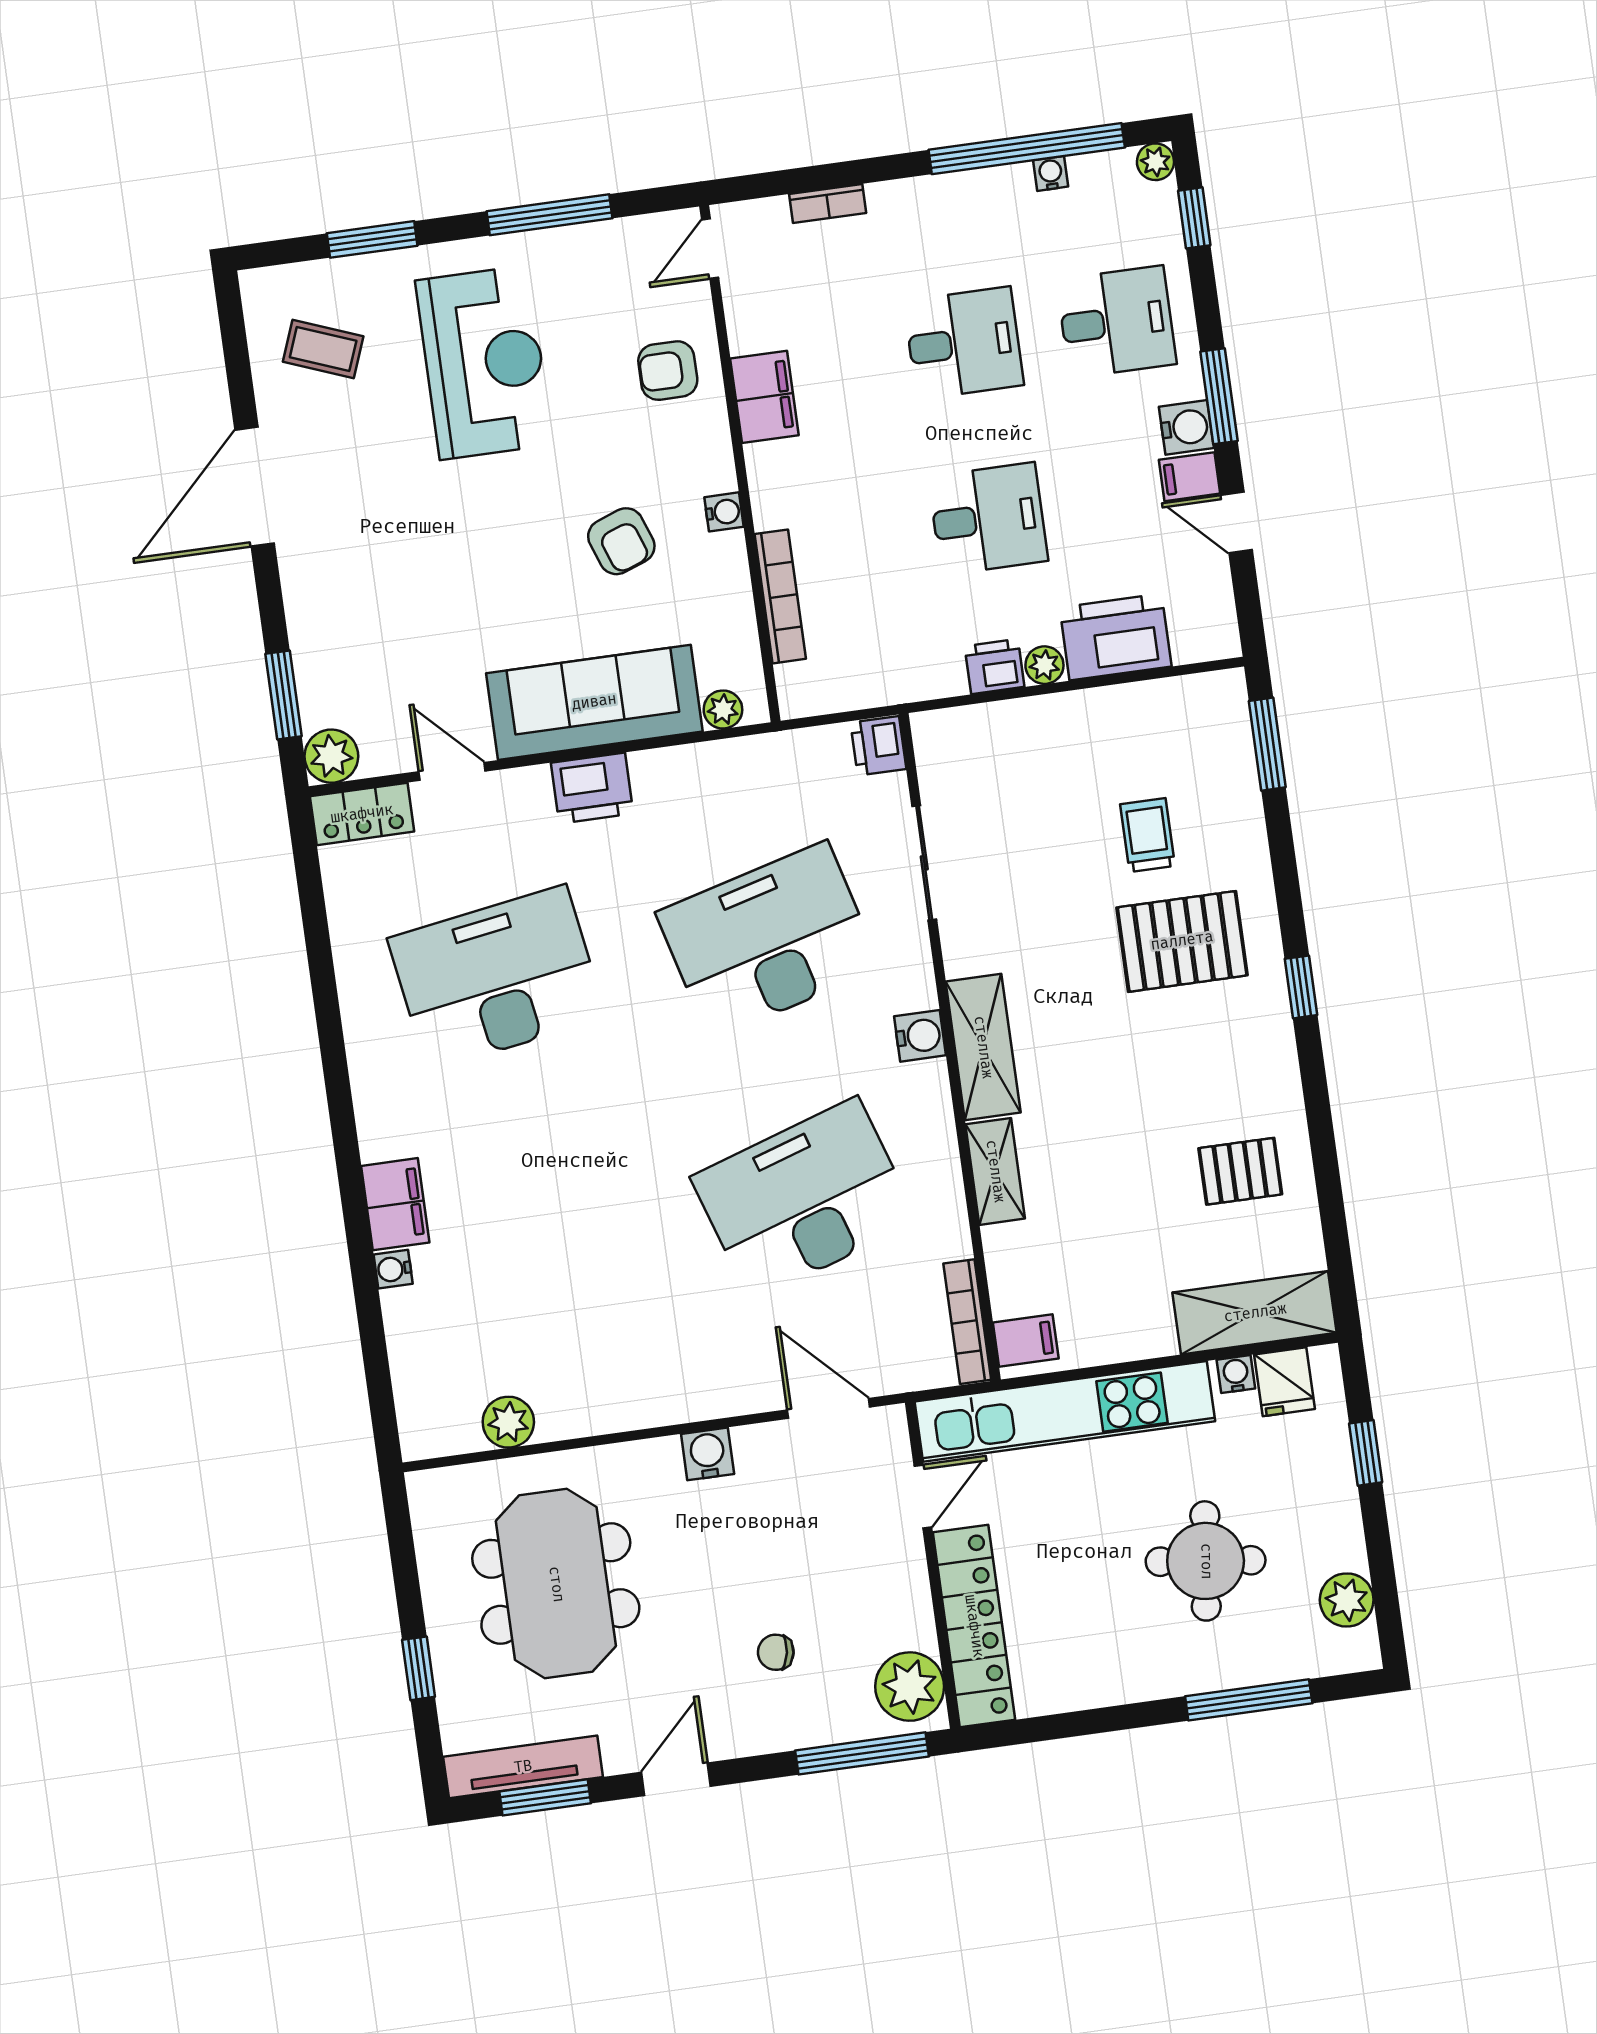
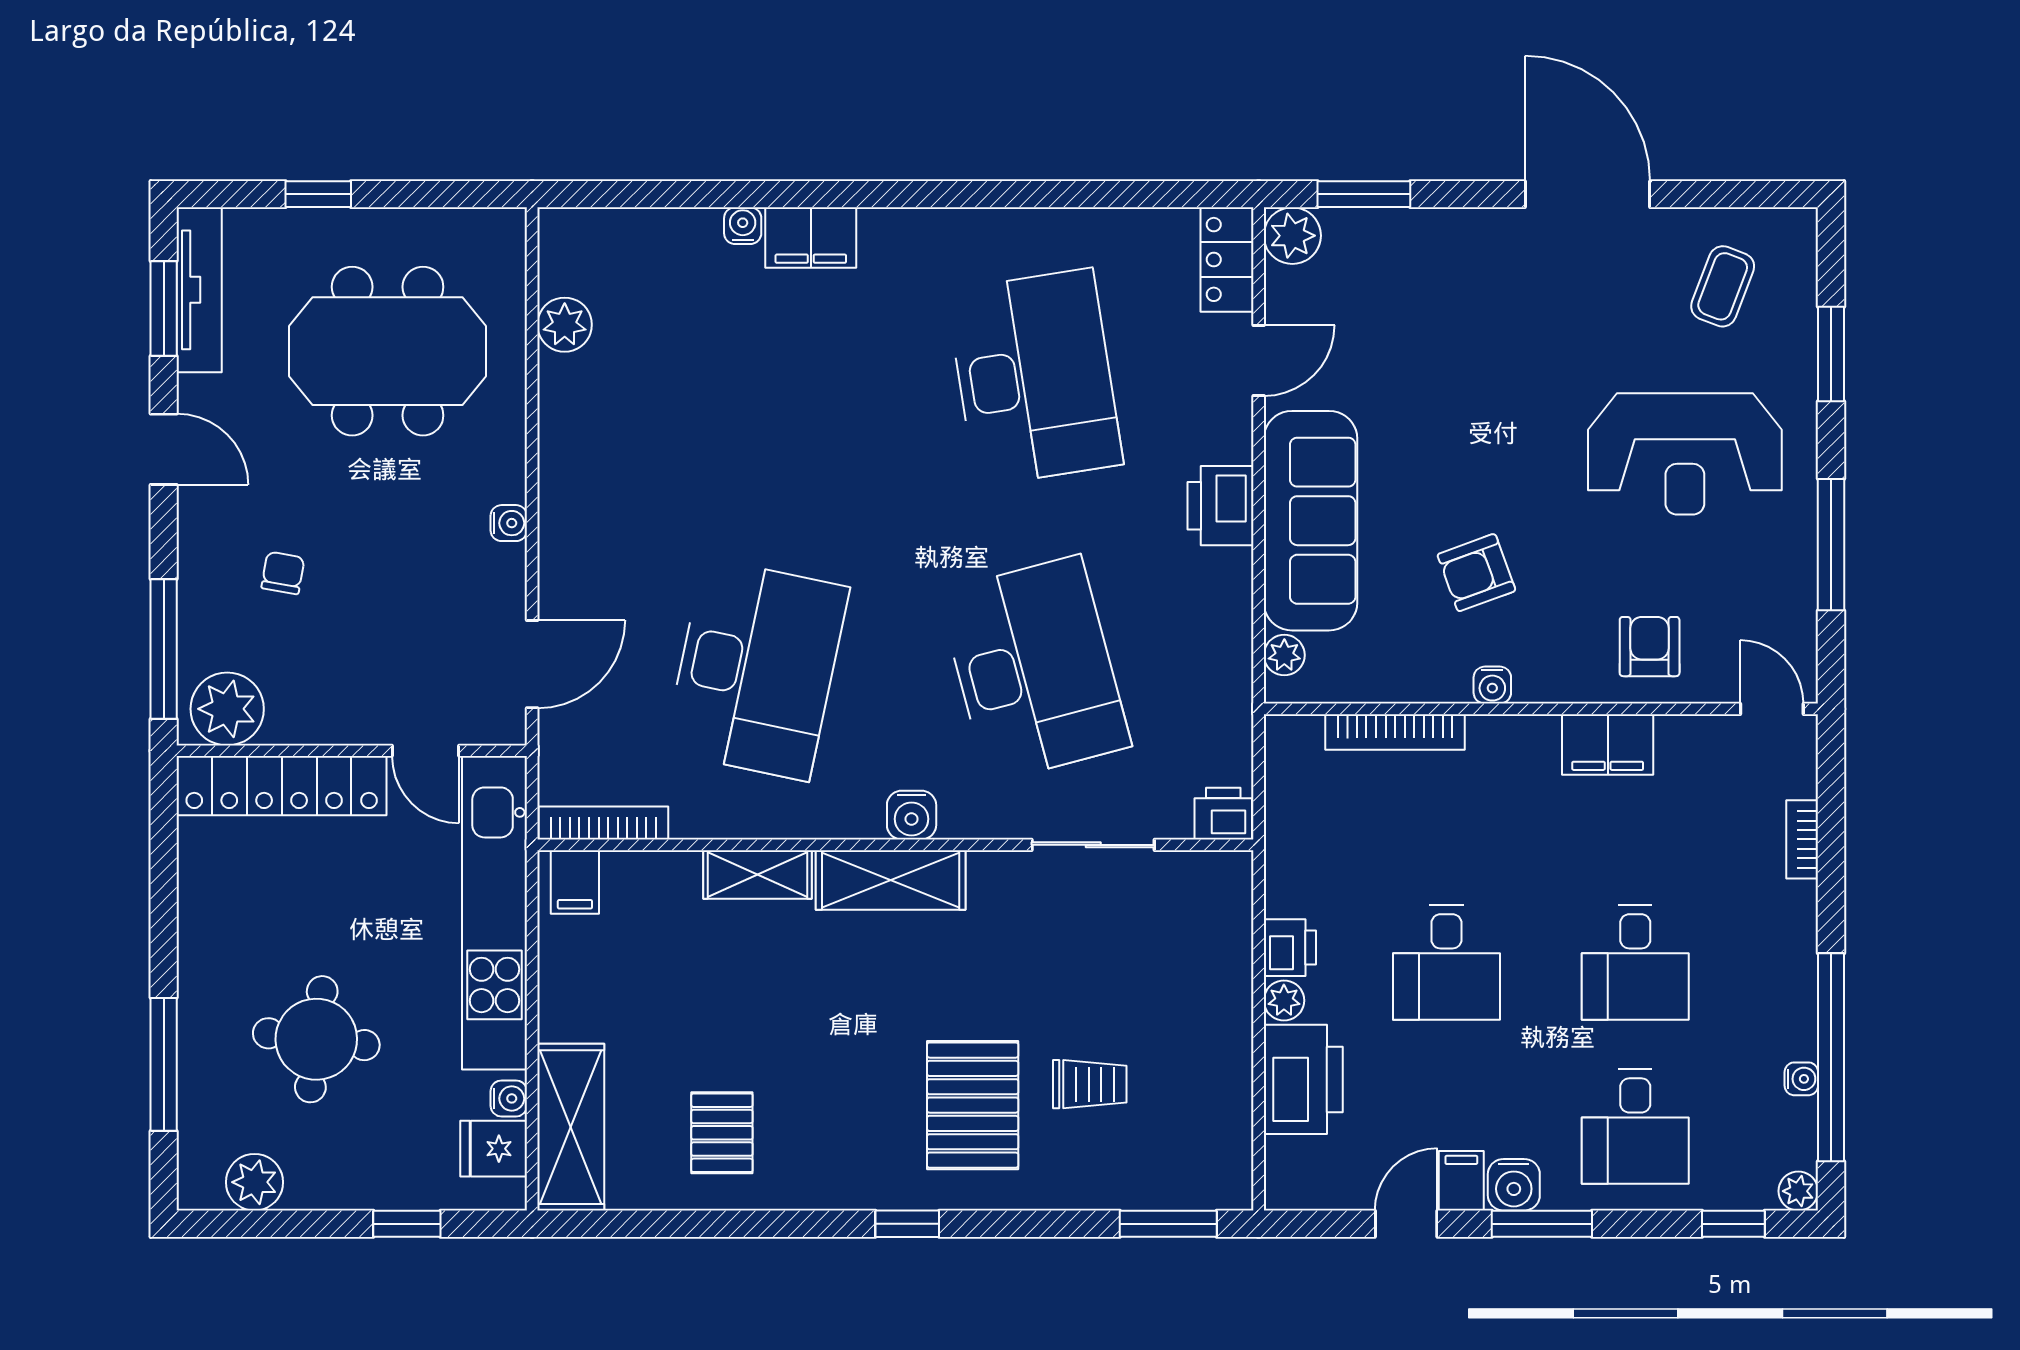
desk: (804, 1199) -> (756, 669), turned 30
water cooler: (708, 1454) -> (509, 523), width x0.72, depth x0.72

